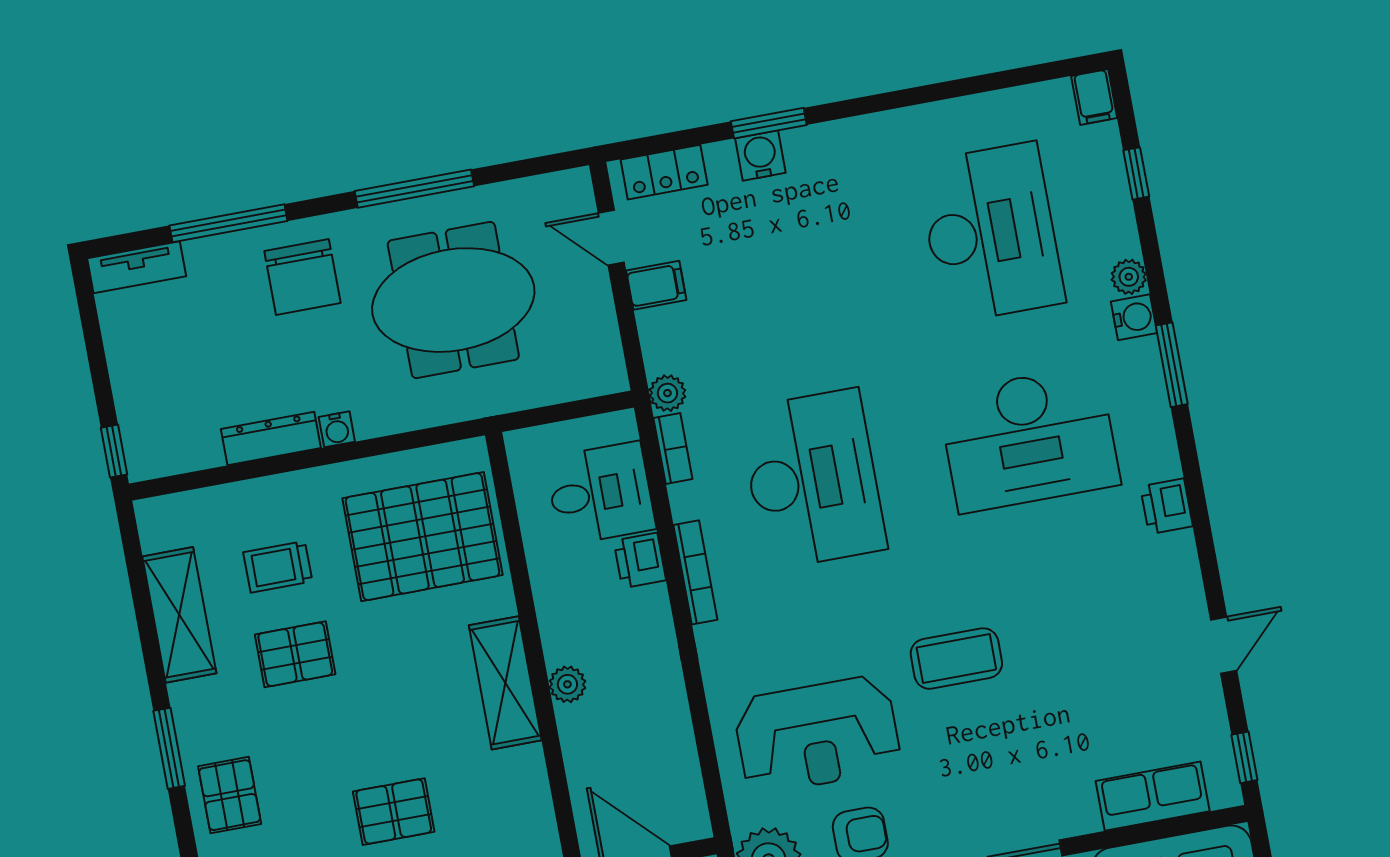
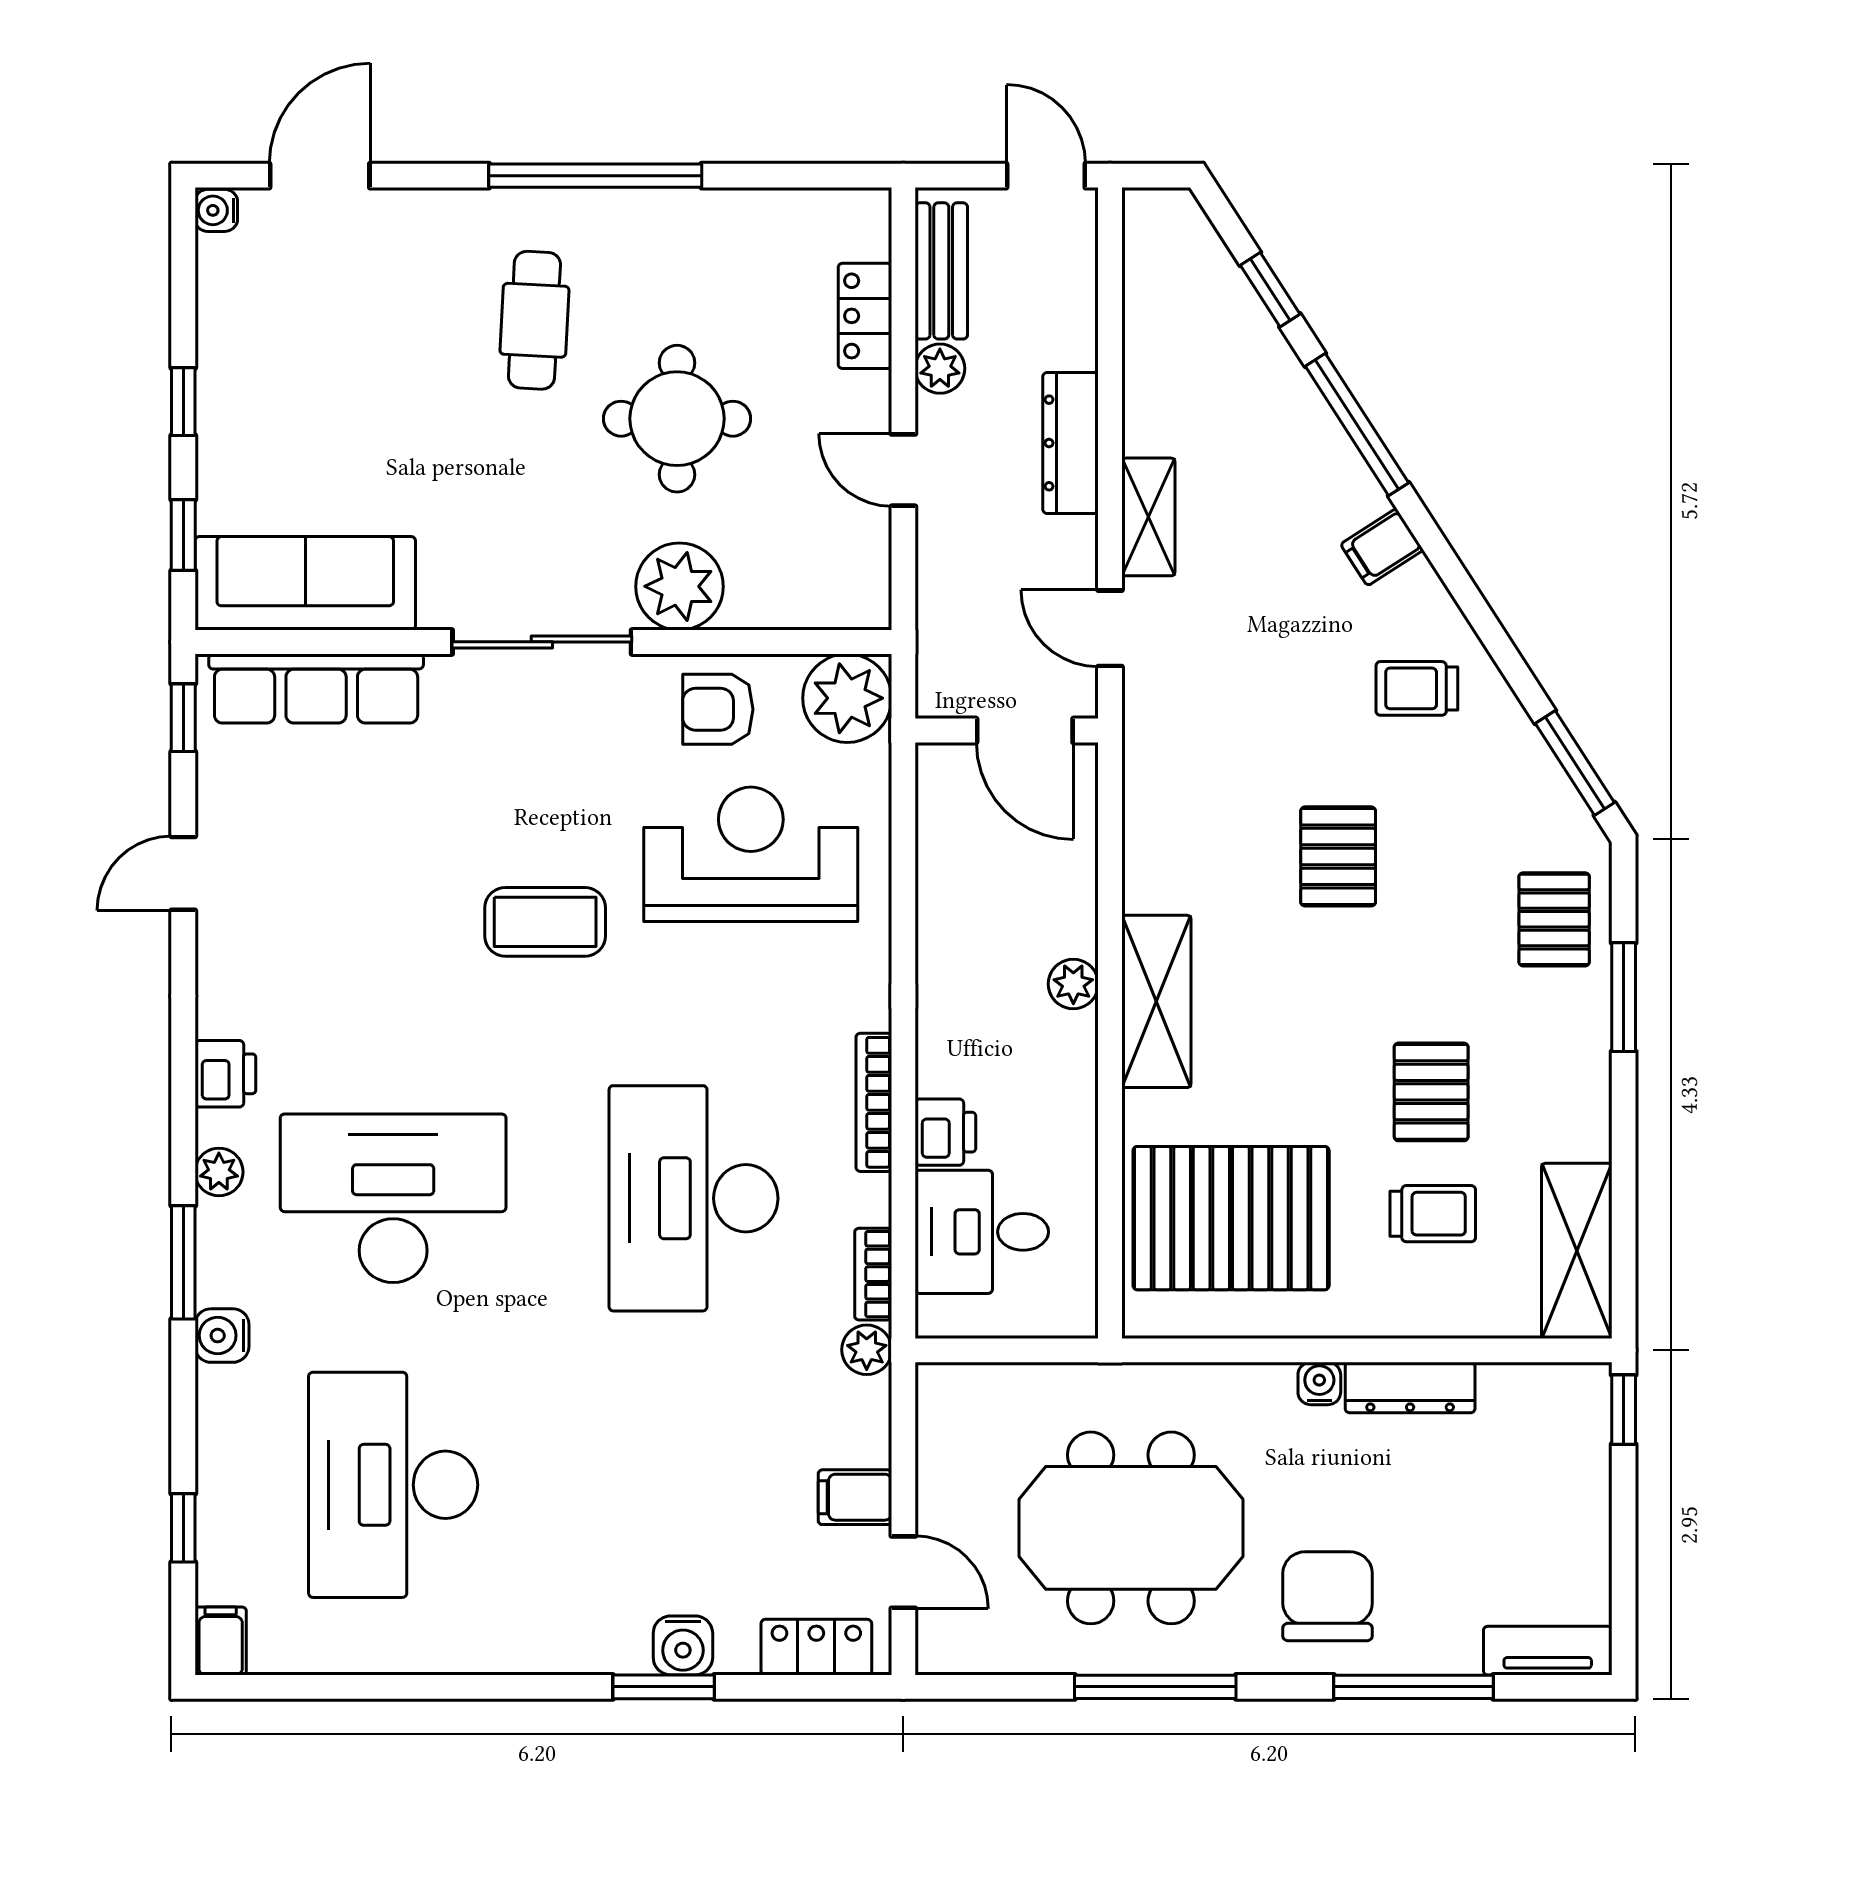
plant: (1129, 277) -> (219, 1172), moved
shelving: (179, 615) -> (1577, 1251), moved
pallet: (295, 654) -> (1431, 1092), turned 90
row of seats: (1153, 796) -> (316, 688), width x1.48
pallet: (394, 812) -> (1338, 856), turned 90

